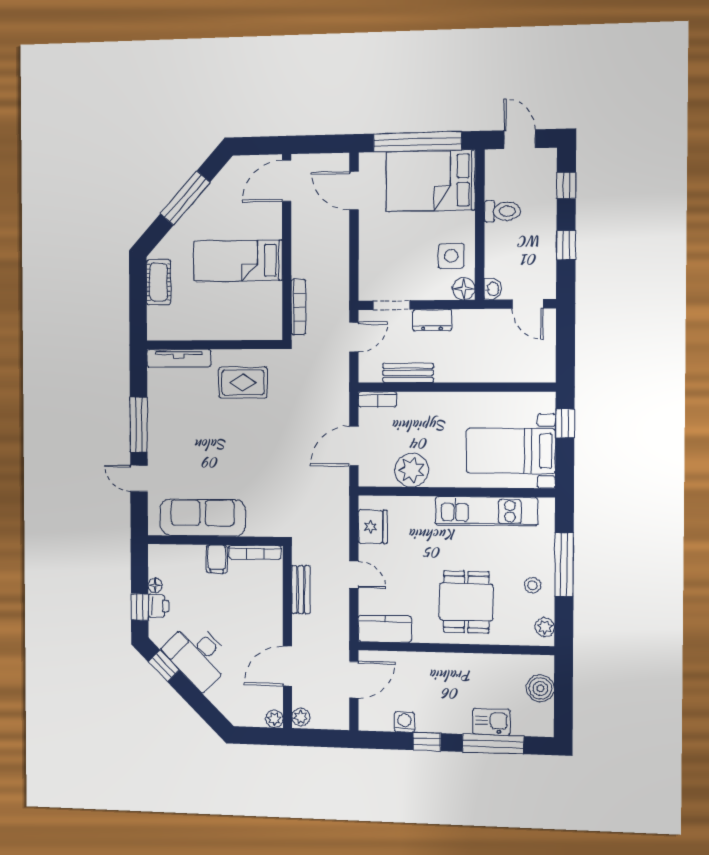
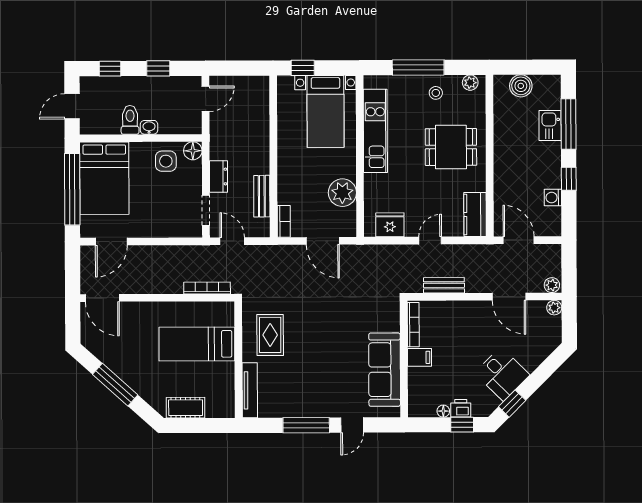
bed: (238, 261) -> (197, 344), moved, turned 90
washbasin: (493, 289) -> (149, 127), moved
desk: (198, 655) -> (502, 374), width x0.73

